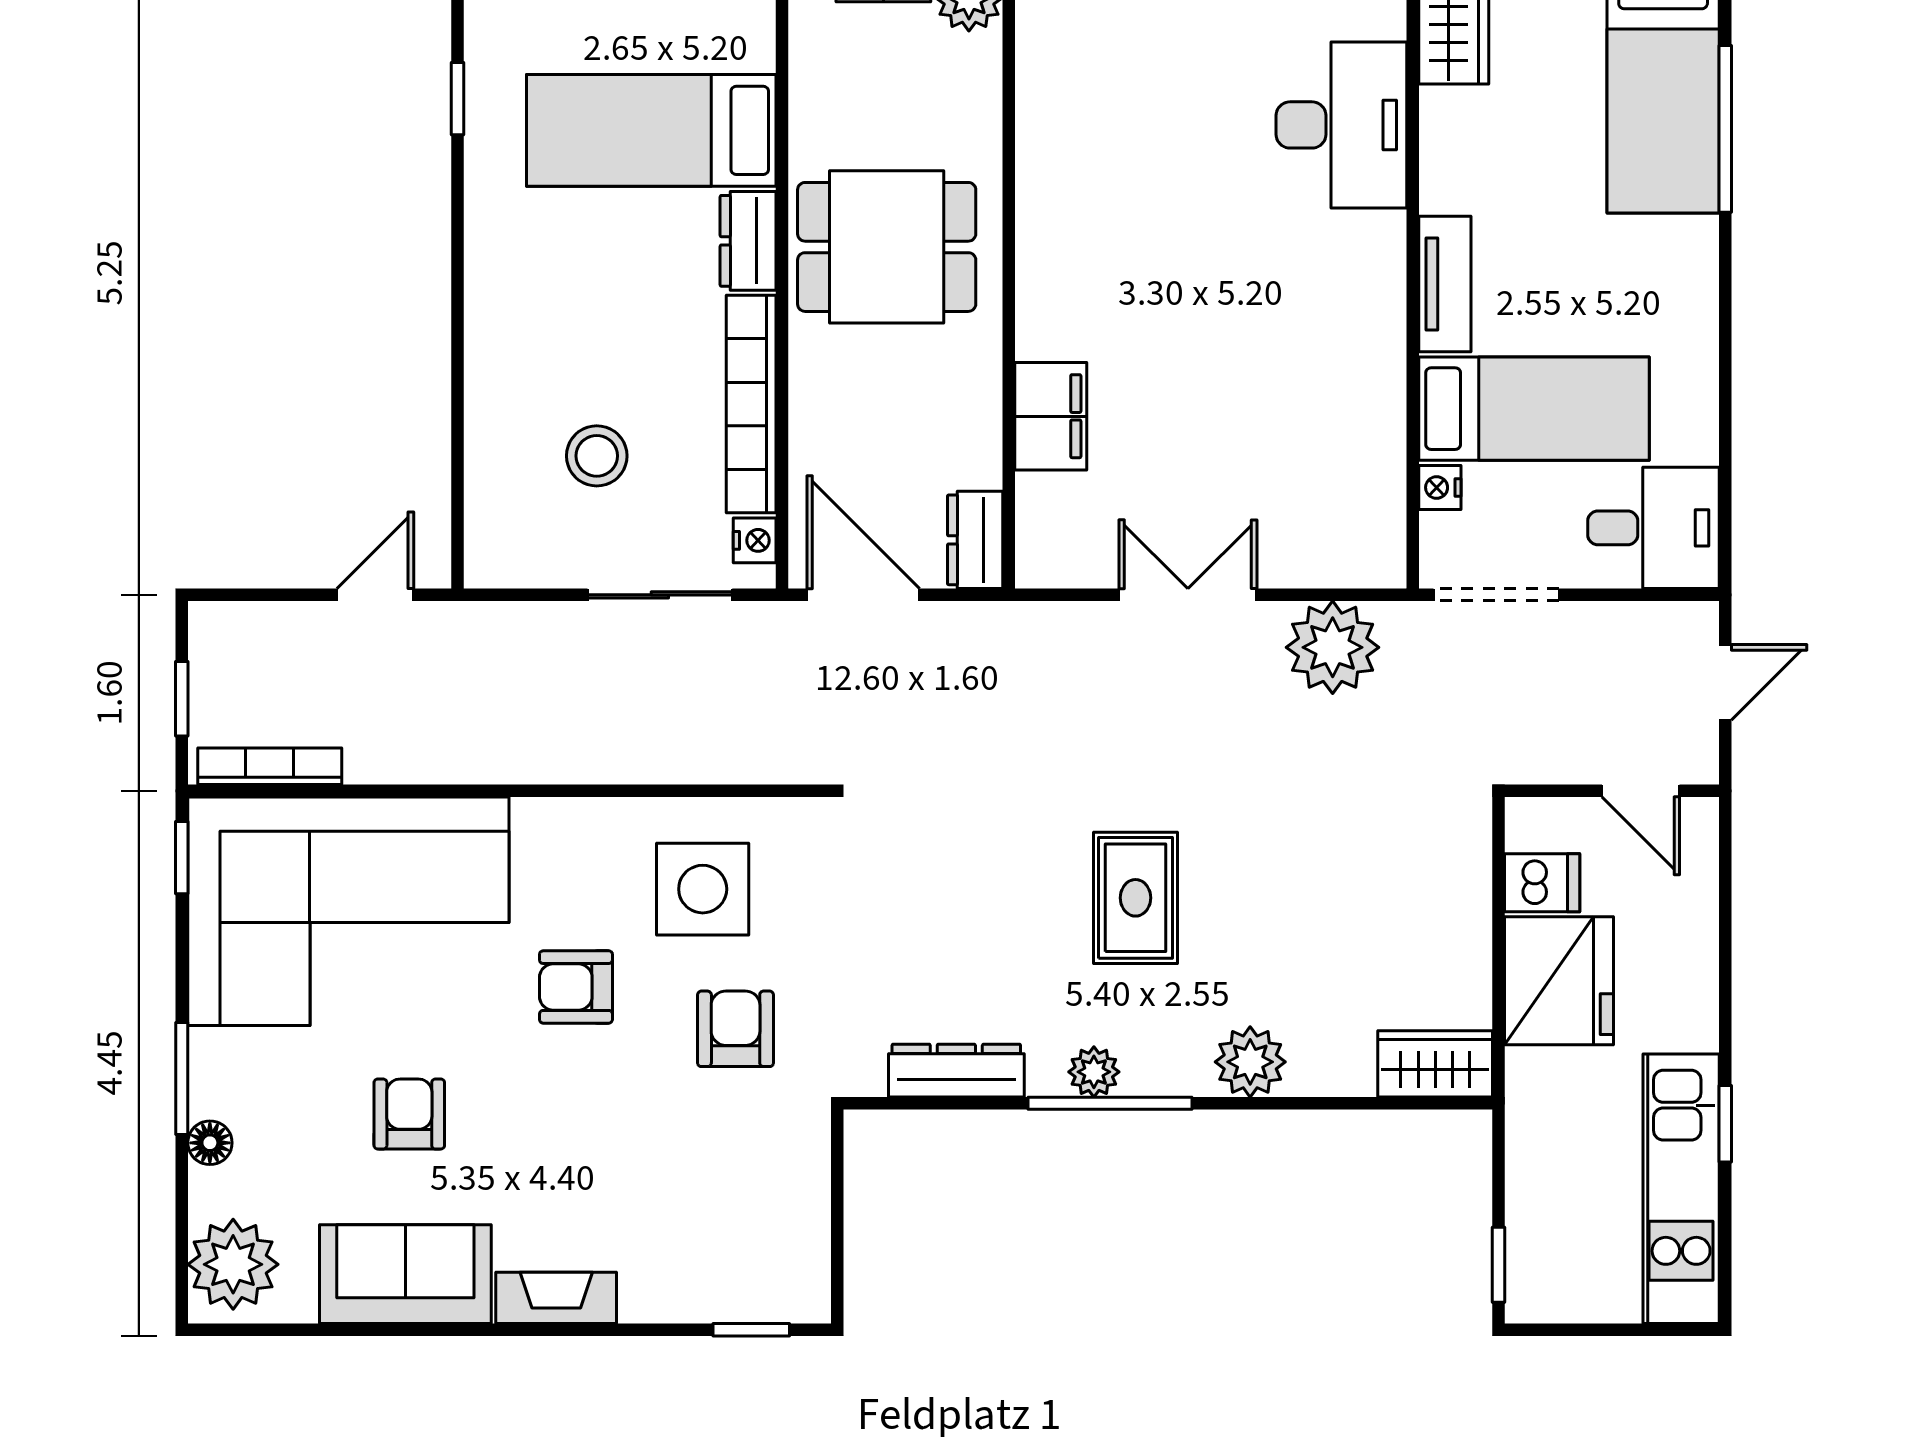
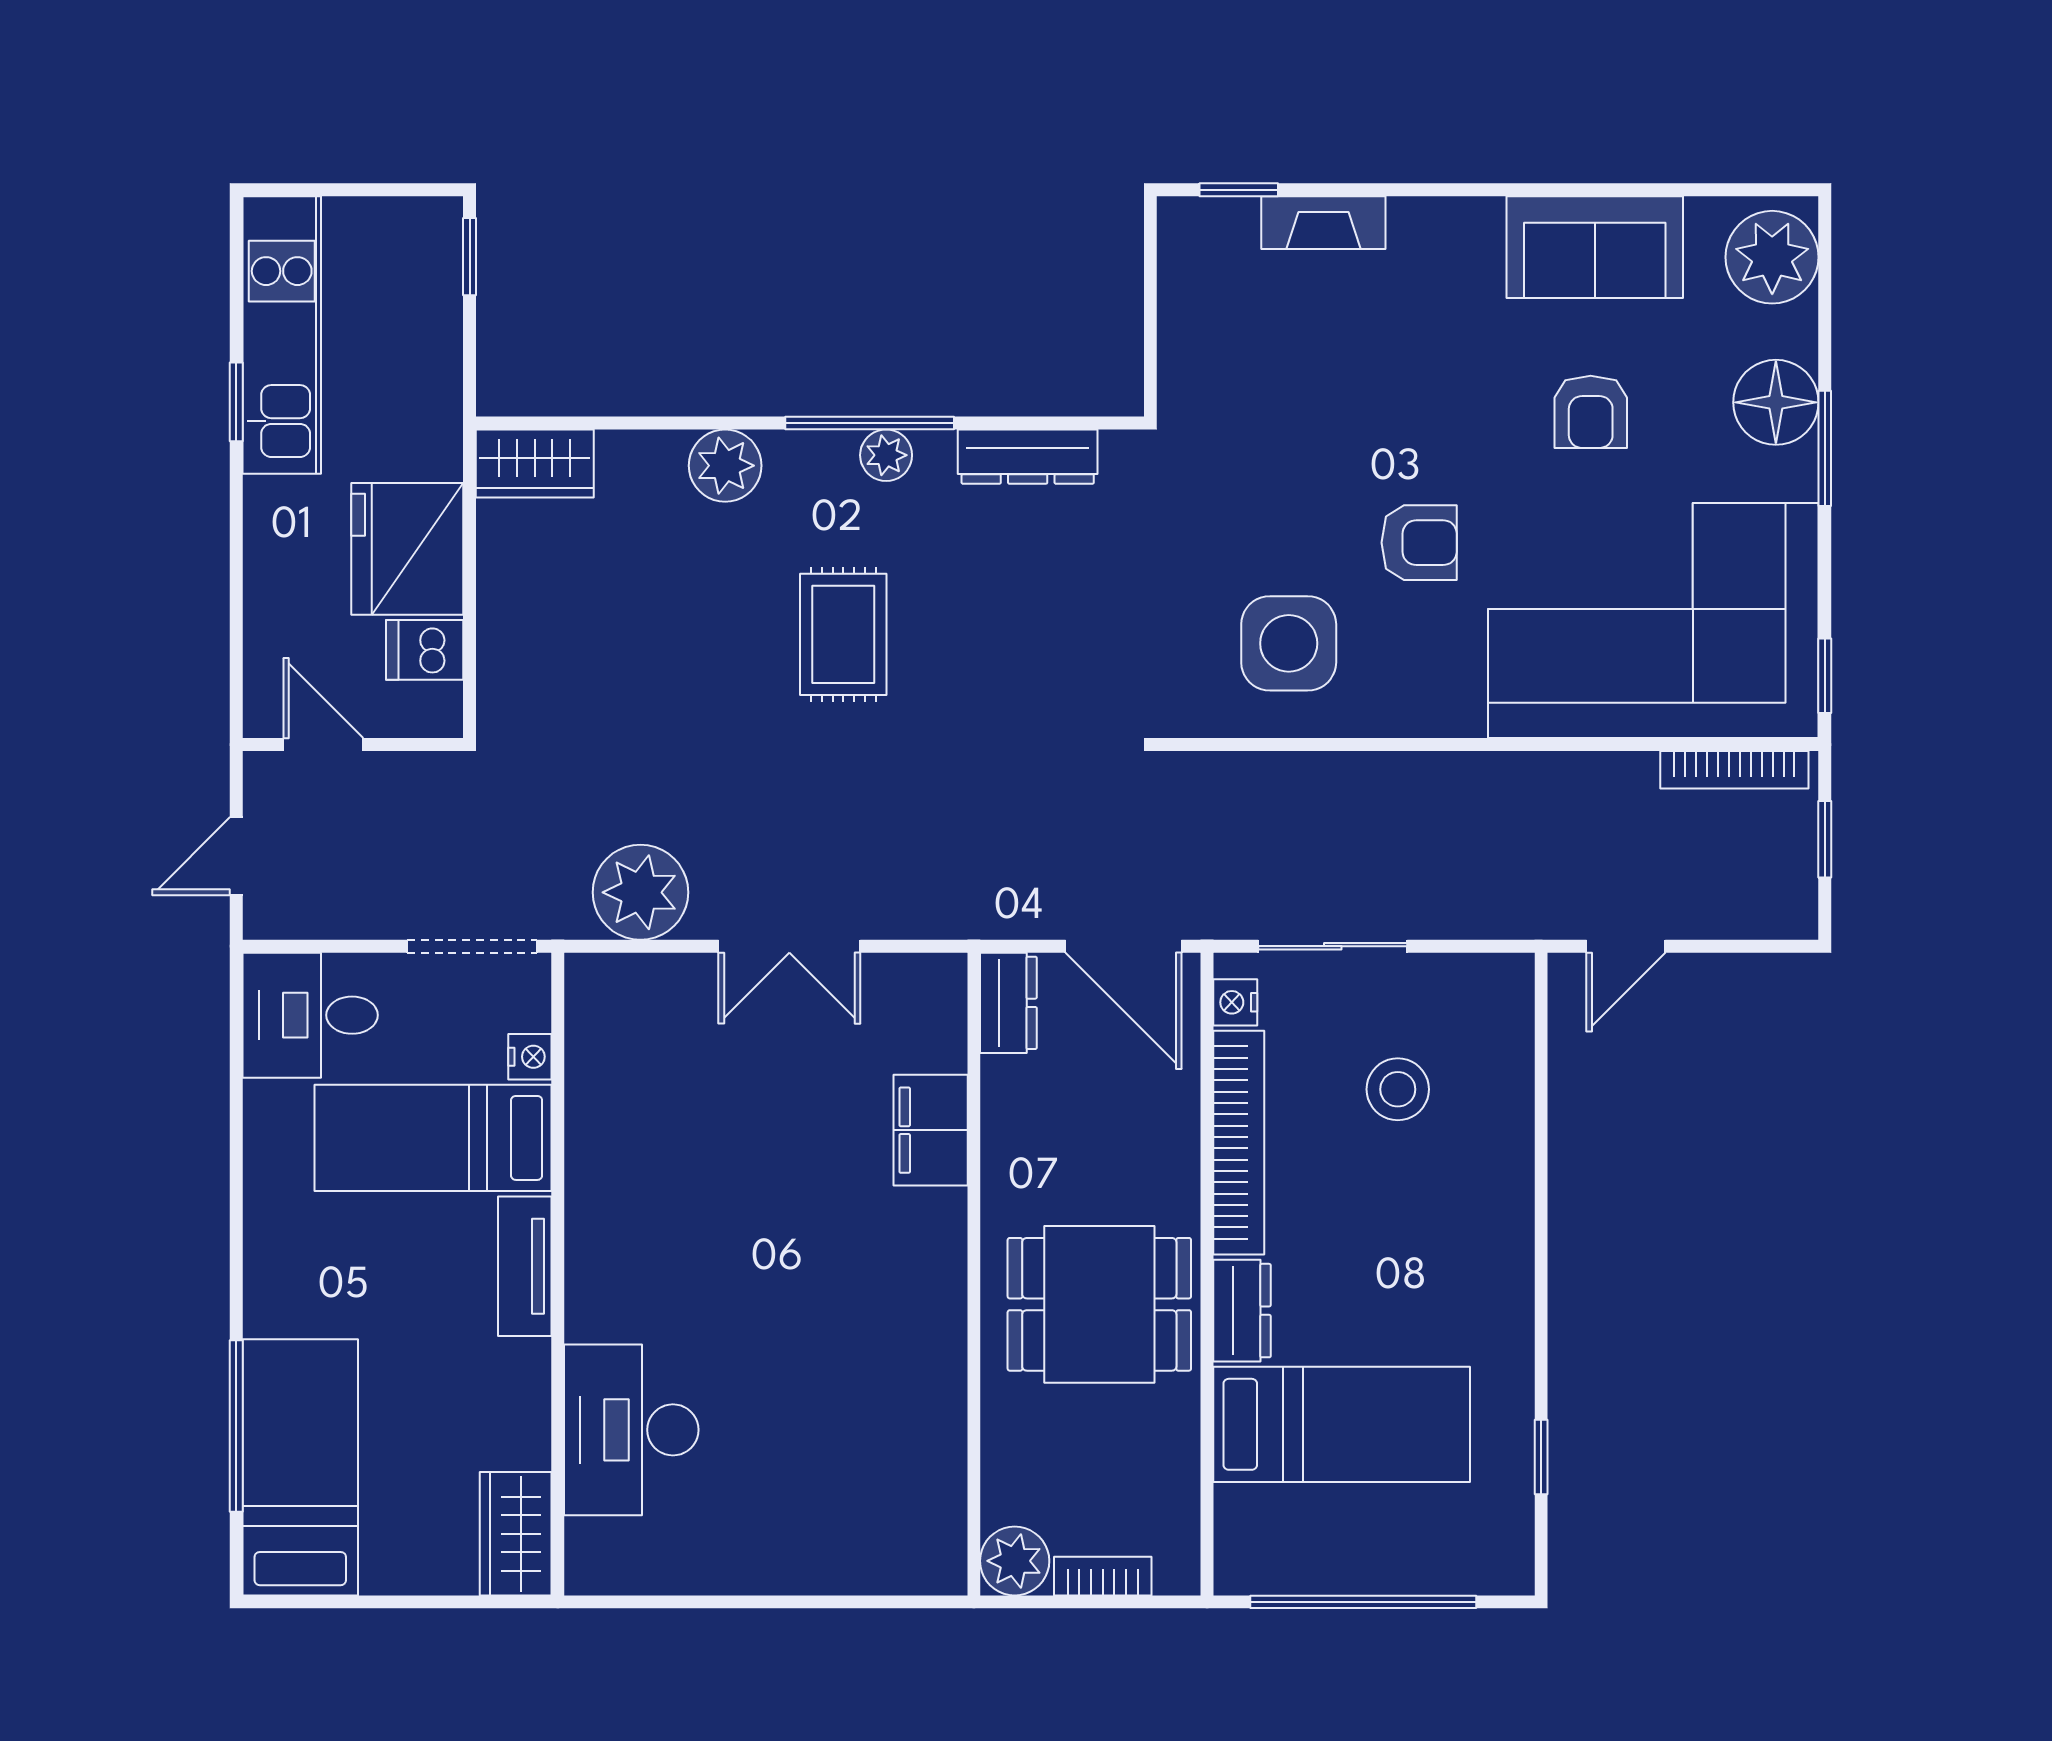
armchair: (736, 1029) -> (1255, 500), removed
floor lamp: (210, 1143) -> (1776, 402), width x1.89, depth x1.89
fireplace: (556, 1298) -> (1323, 223), moved

